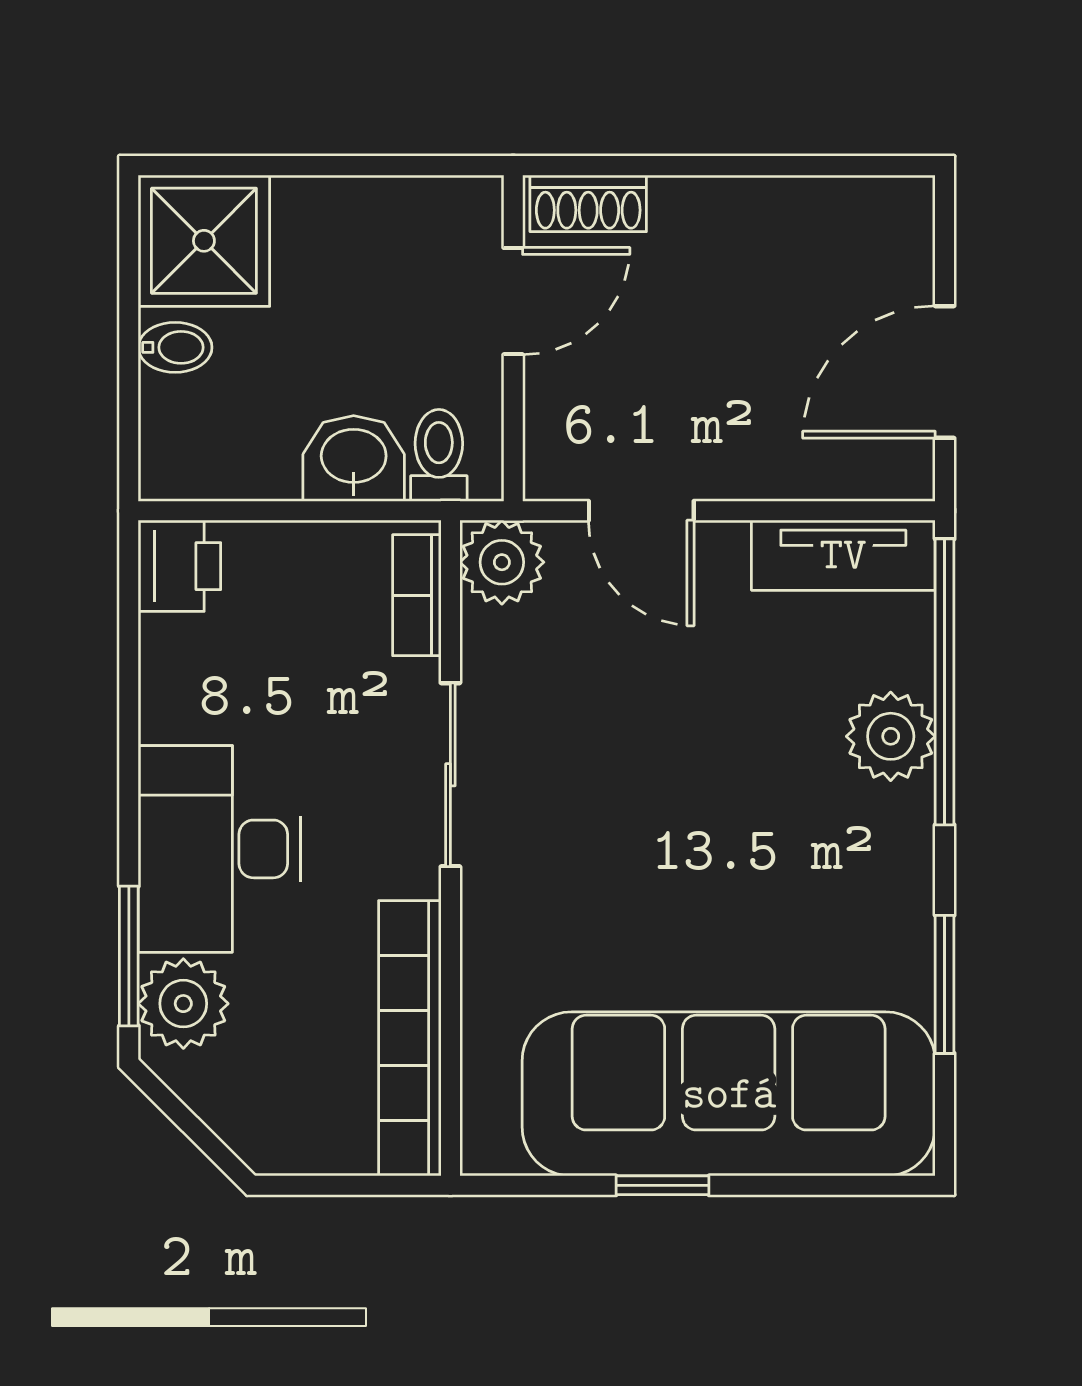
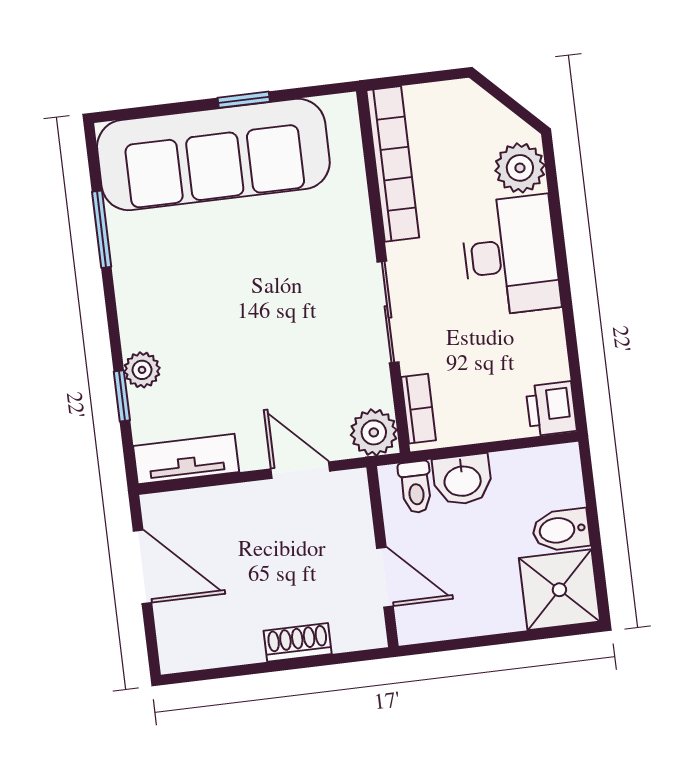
shoe rack: (588, 203) -> (298, 642), moved
door: (513, 301) -> (385, 577), swing flipped
bidet: (175, 347) -> (561, 530), width x1.38, depth x1.36
door: (945, 372) -> (142, 567), hinge flipped
window: (945, 682) -> (122, 396), width x0.32
plant: (891, 736) -> (142, 370), width x0.73, depth x0.73
window: (129, 956) -> (553, 190), removed

